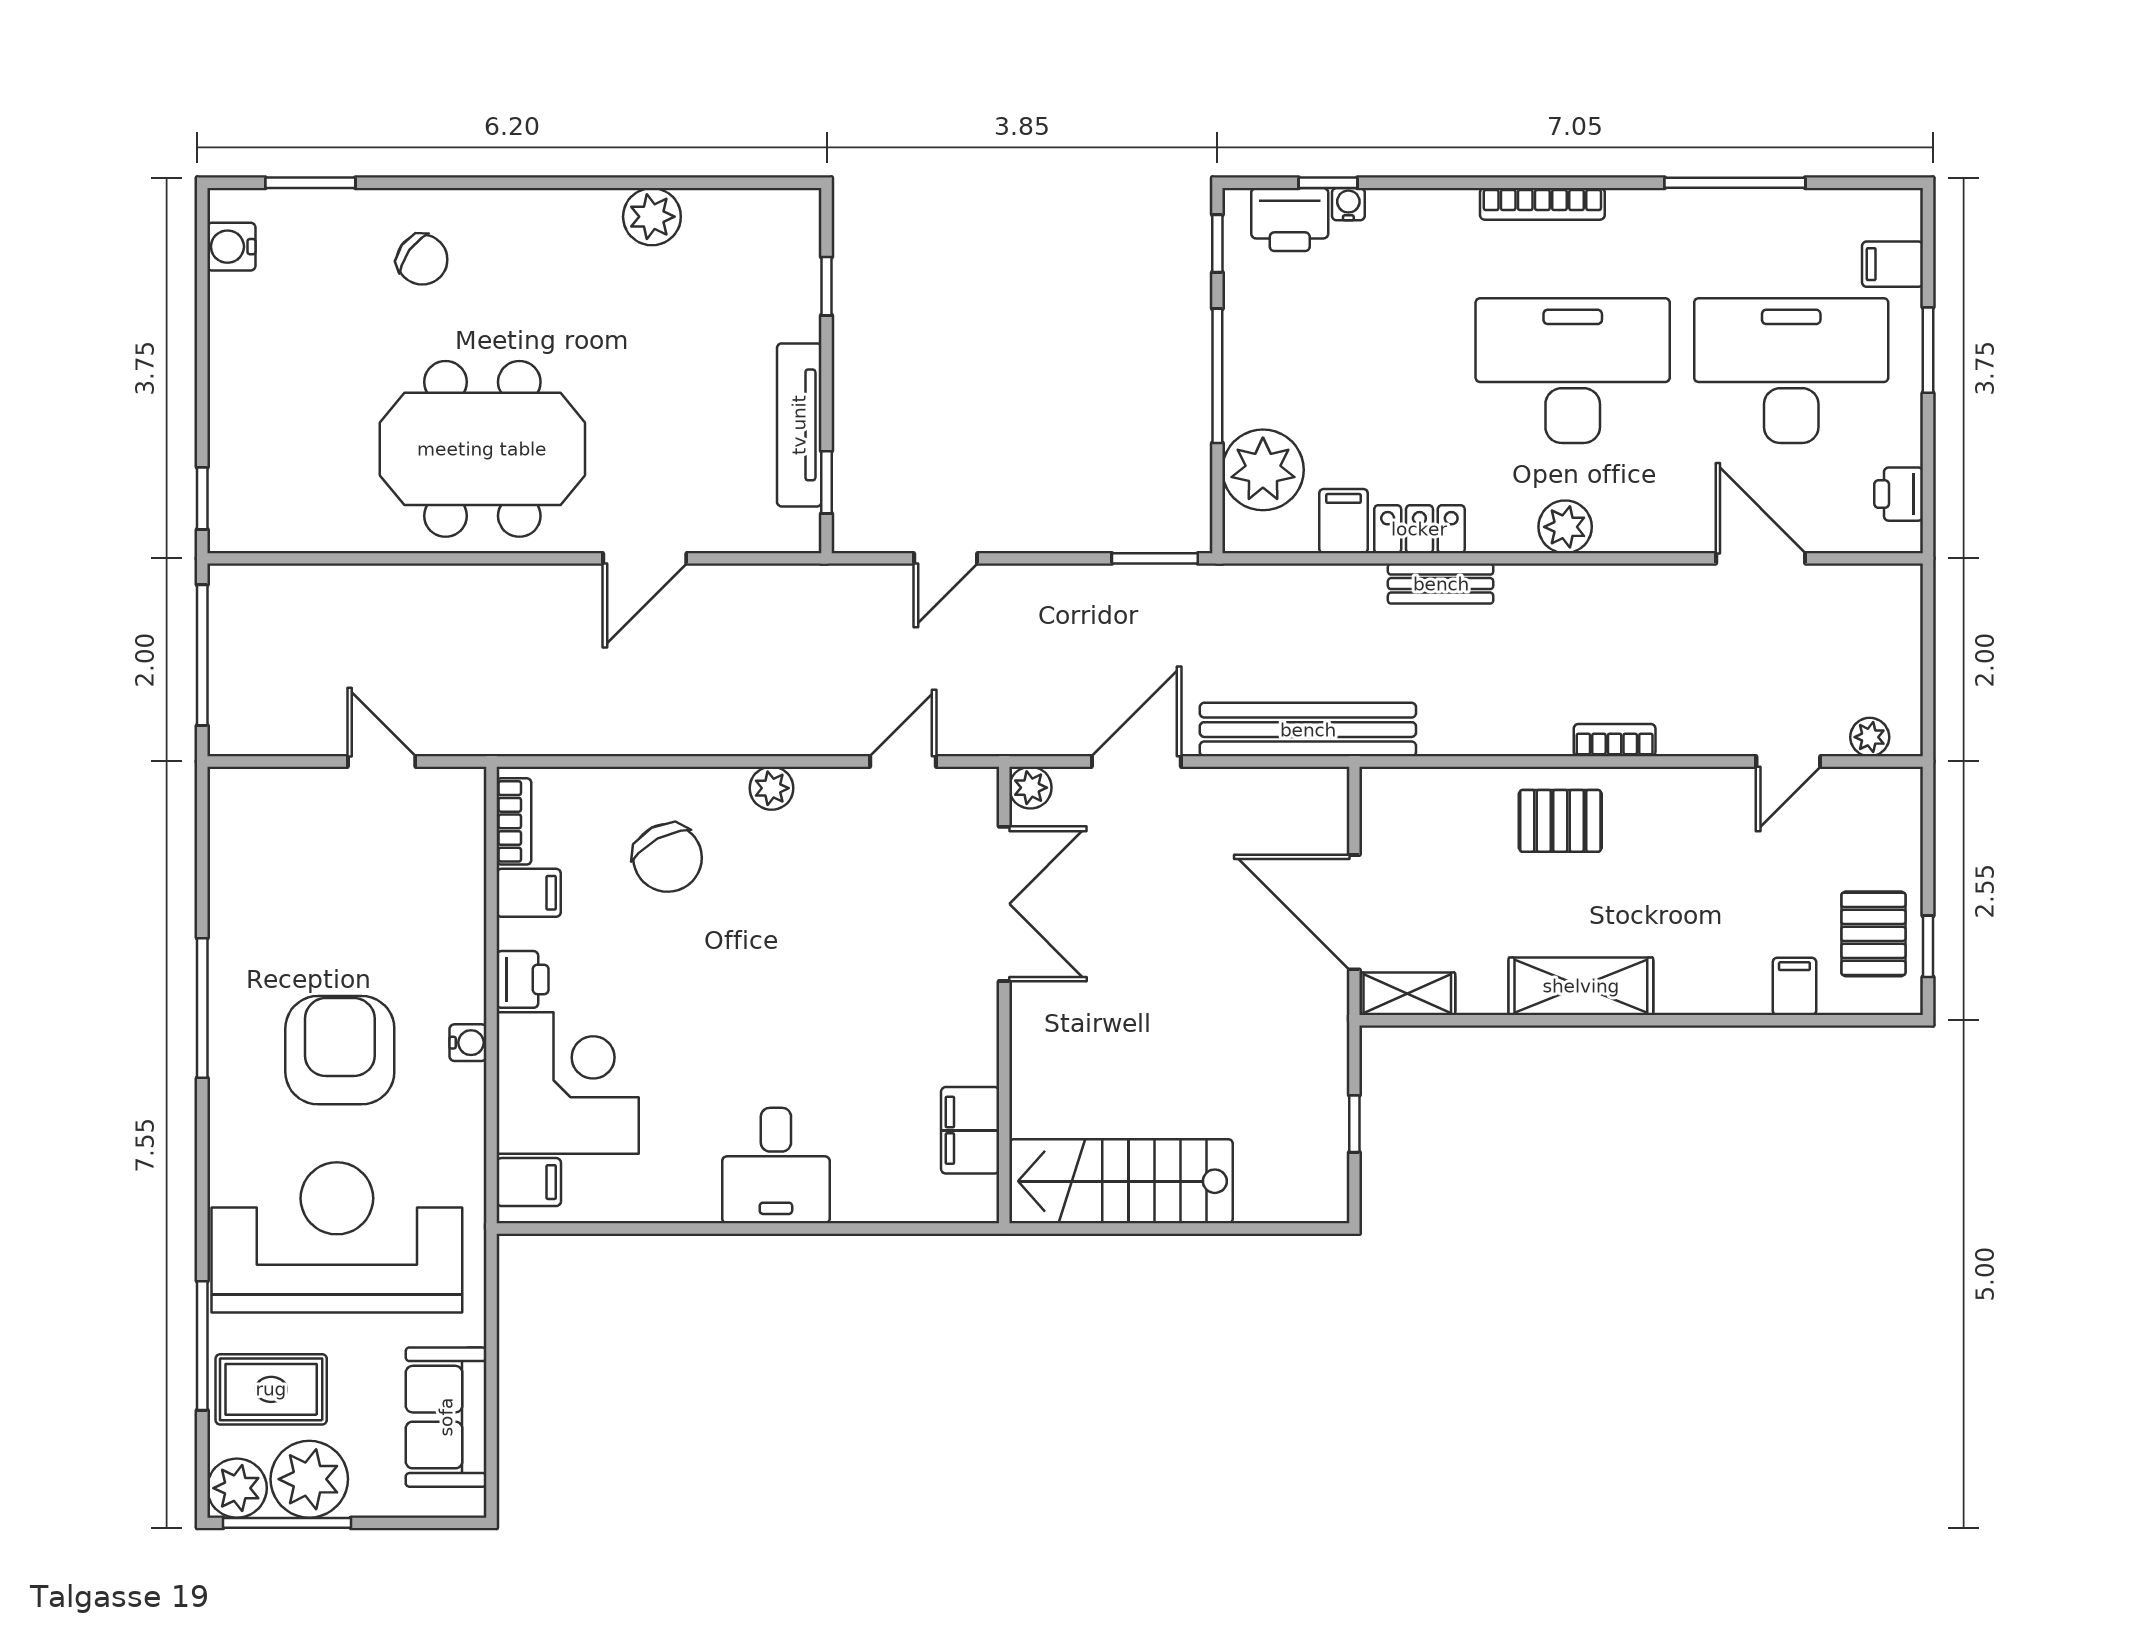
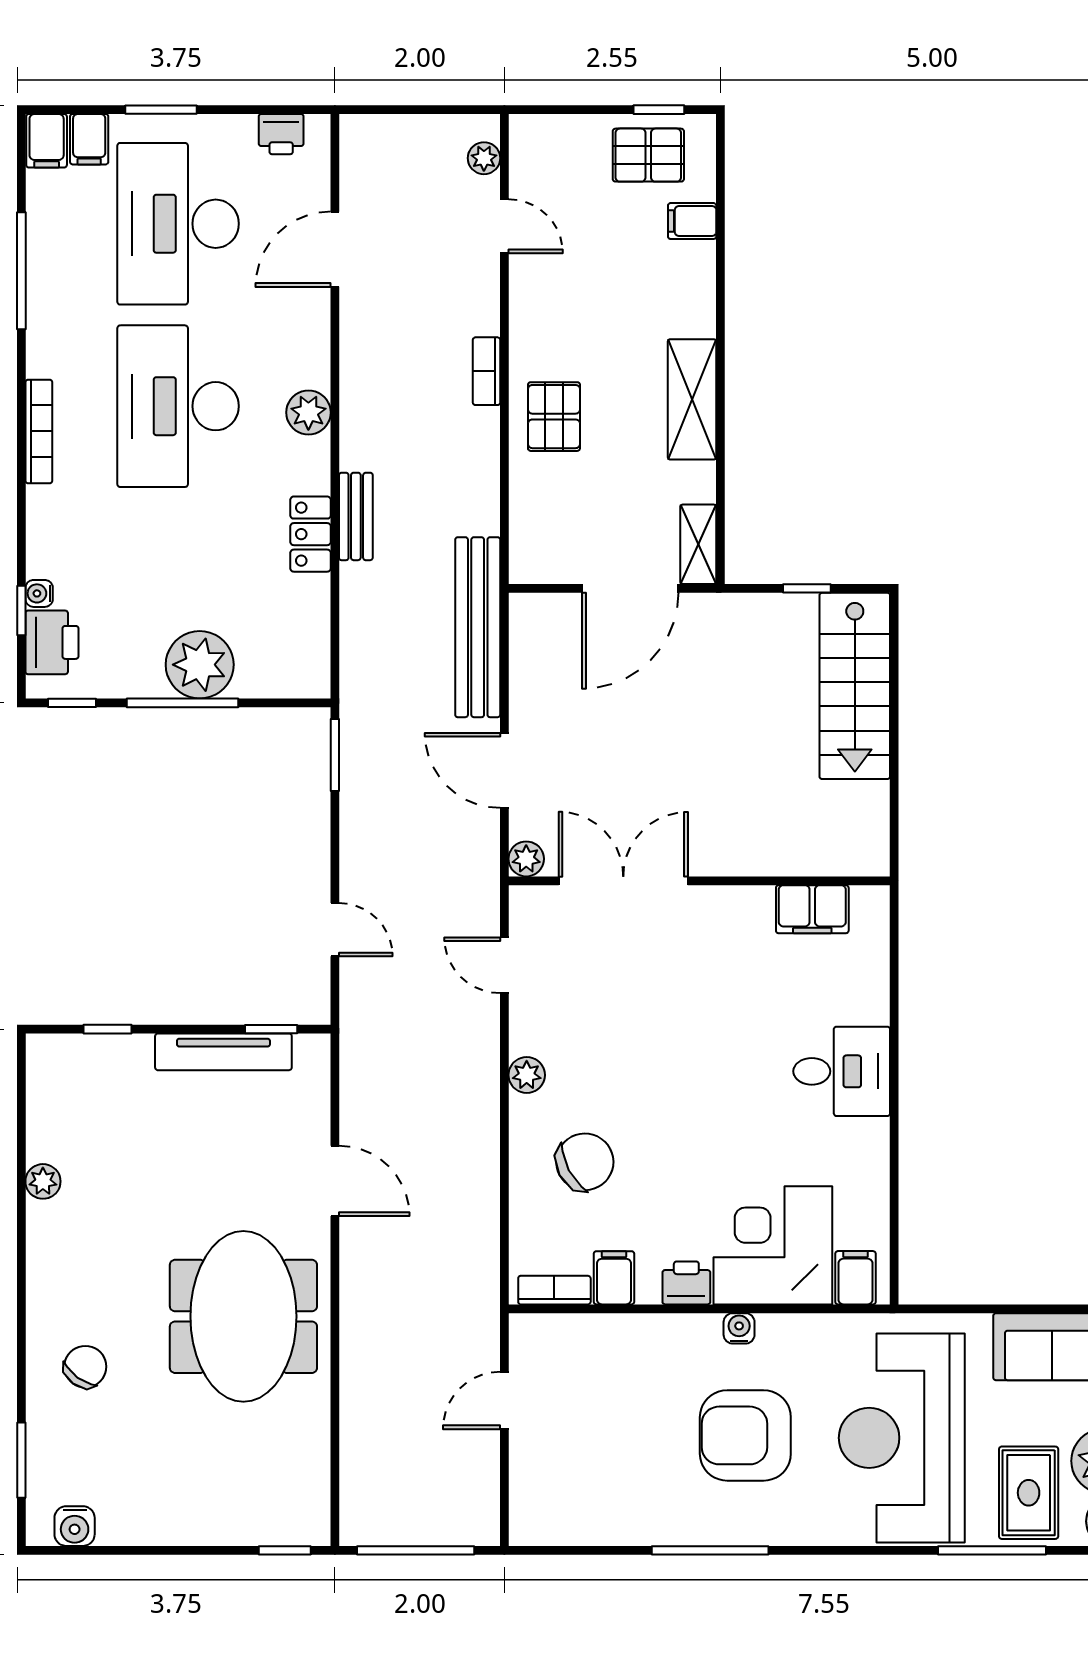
plant: (652, 217) -> (43, 1181), width x0.73, depth x0.73
plant: (1263, 470) -> (200, 665), moved
filing cabinet: (1344, 521) -> (47, 141), moved, turned -90
stairs: (1121, 1181) -> (855, 686), moved

